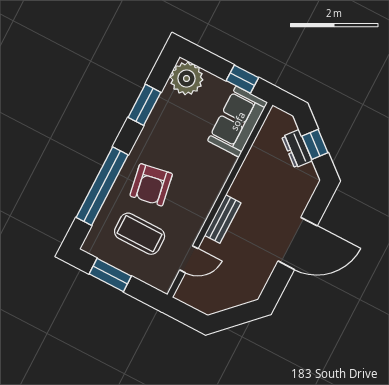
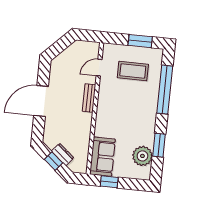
plant: (187, 78) -> (142, 156), moved
armchair: (151, 185) -> (137, 101), removed

